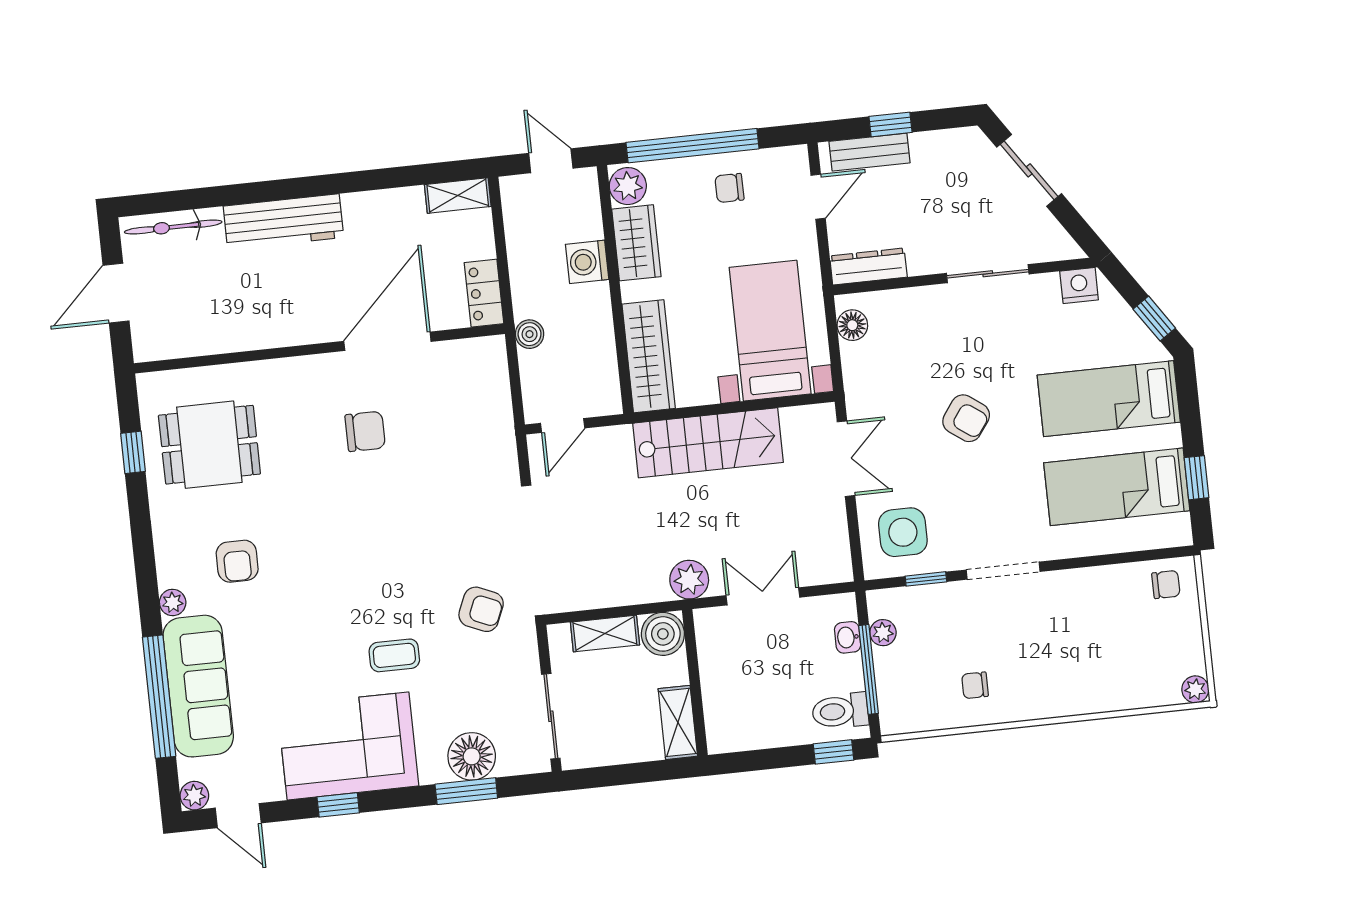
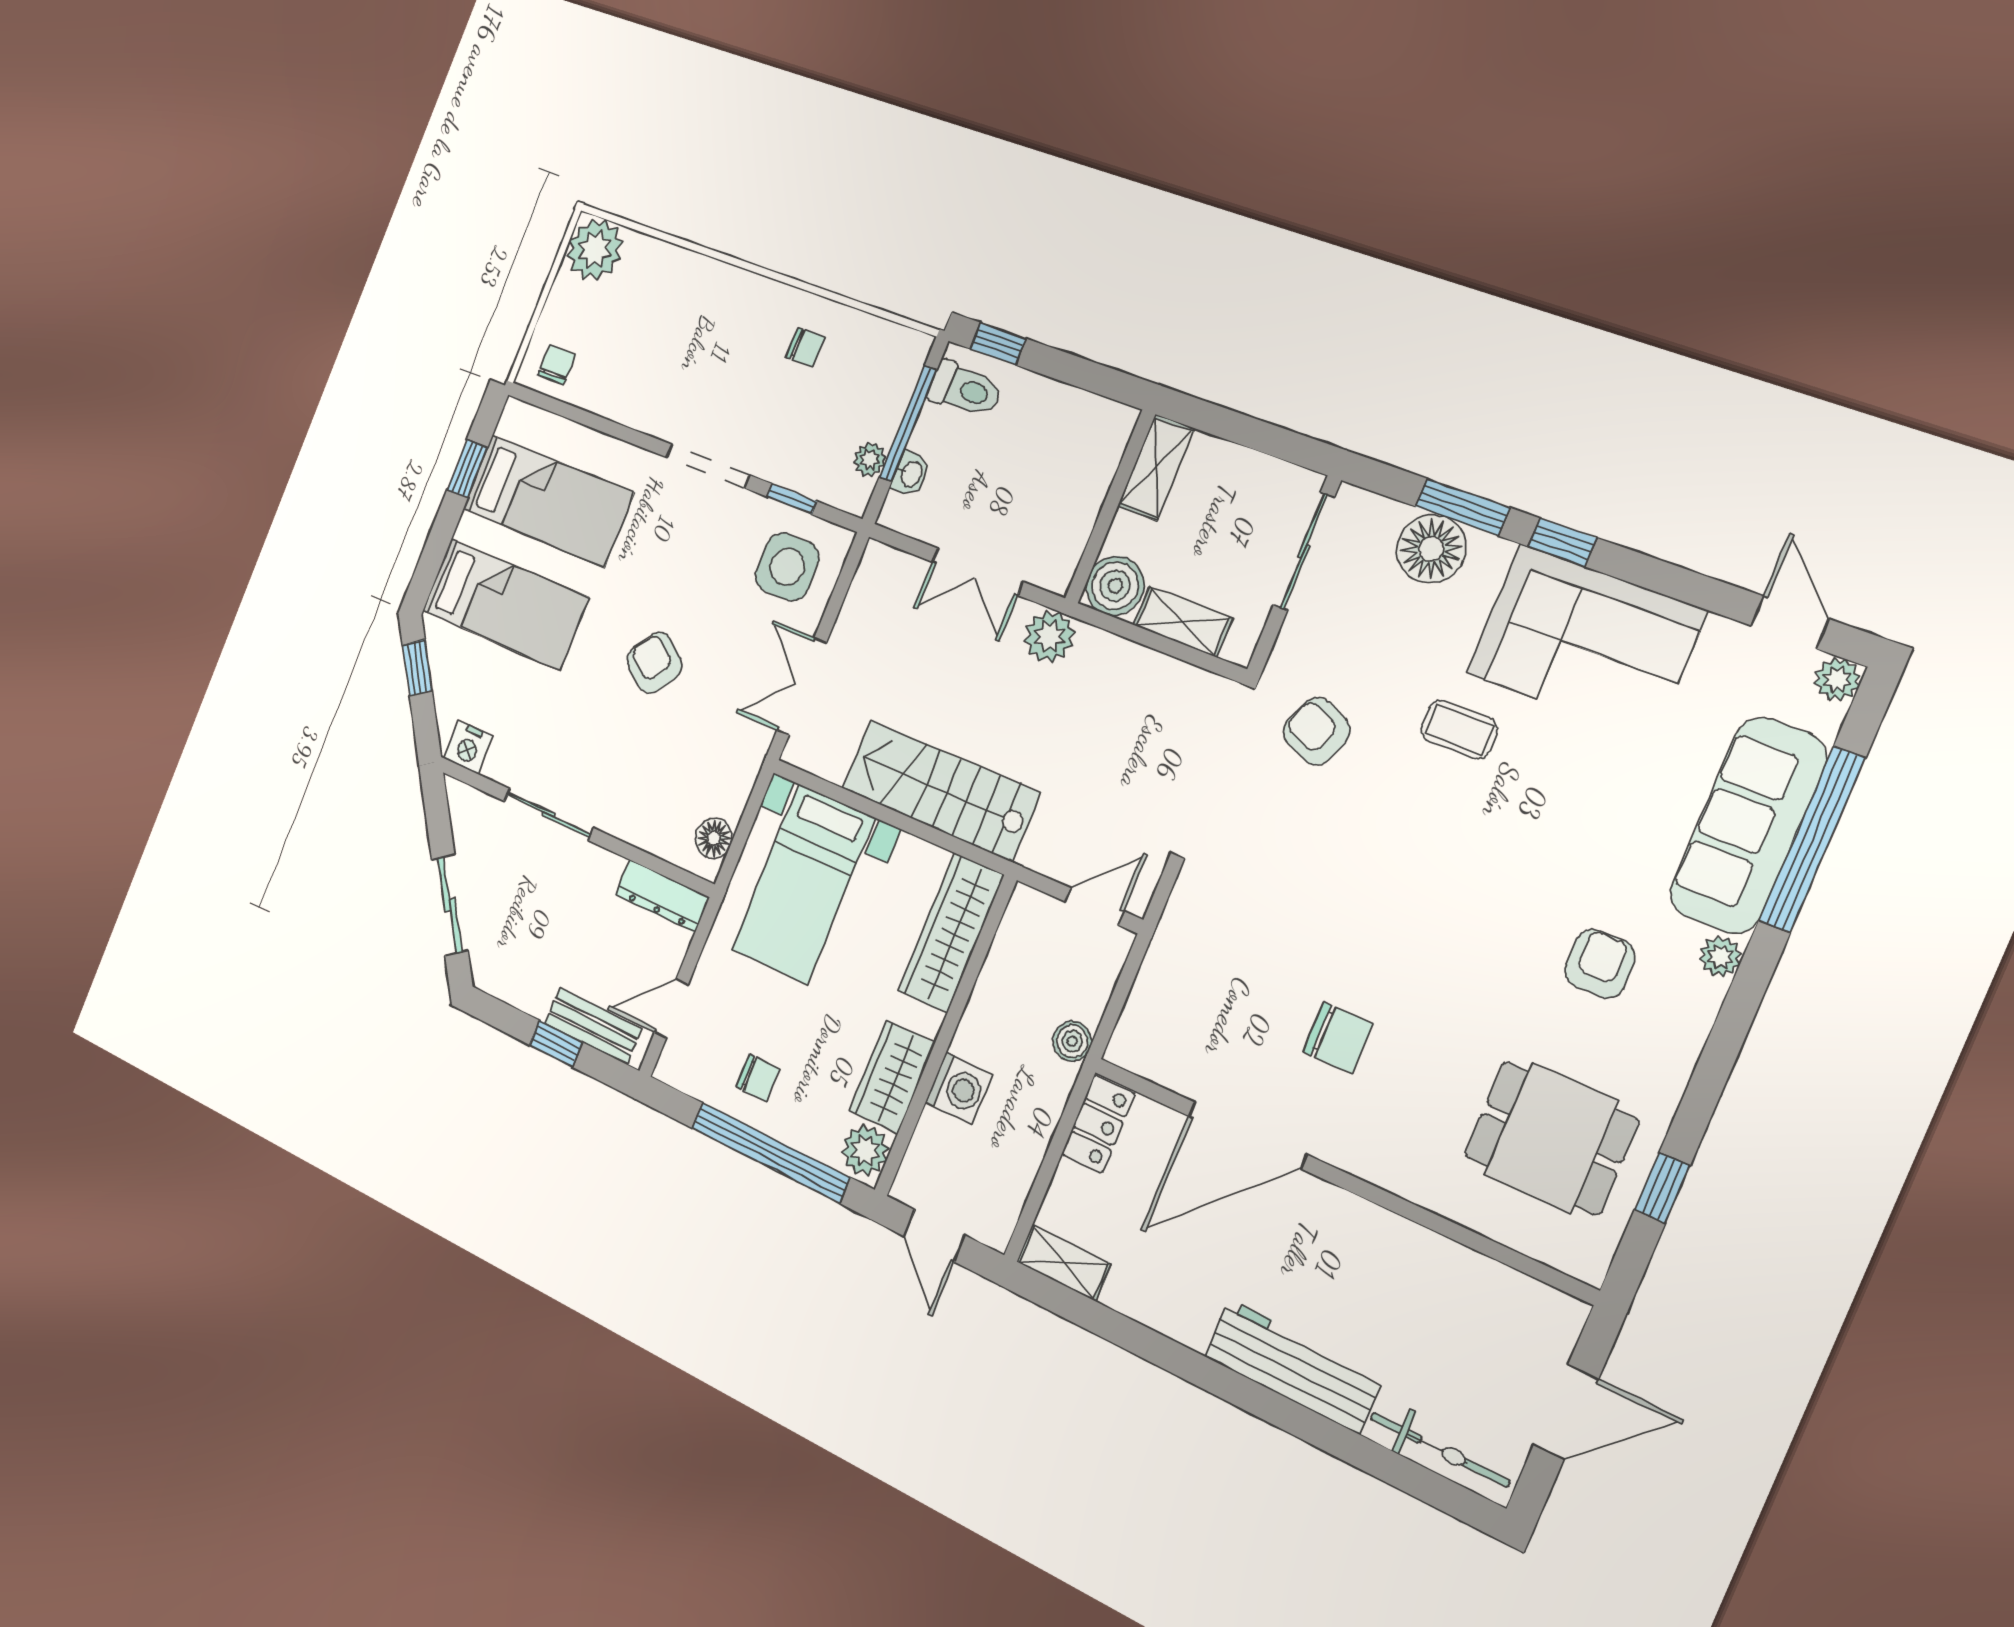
chair: (365, 431) -> (1338, 1038), turned 180
chair: (1166, 584) -> (556, 365), turned 90
plant: (1195, 689) -> (595, 250), width x1.88, depth x1.88
window: (338, 805) -> (1562, 542), moved

